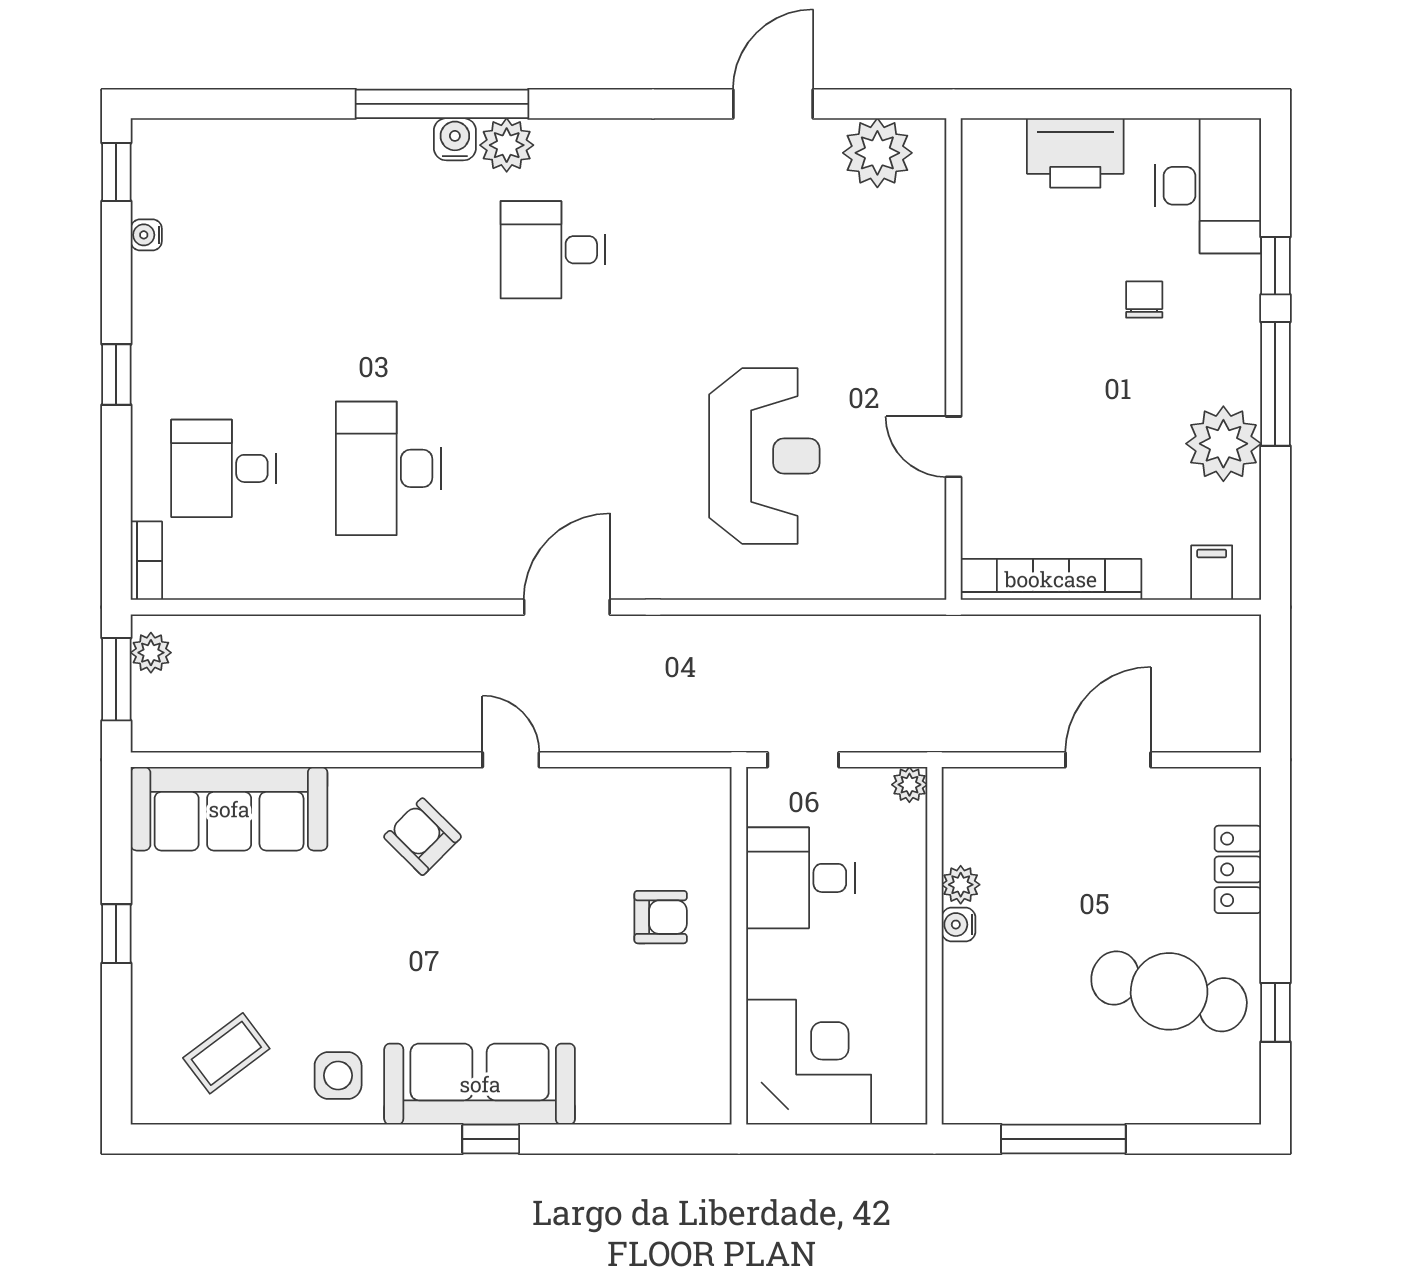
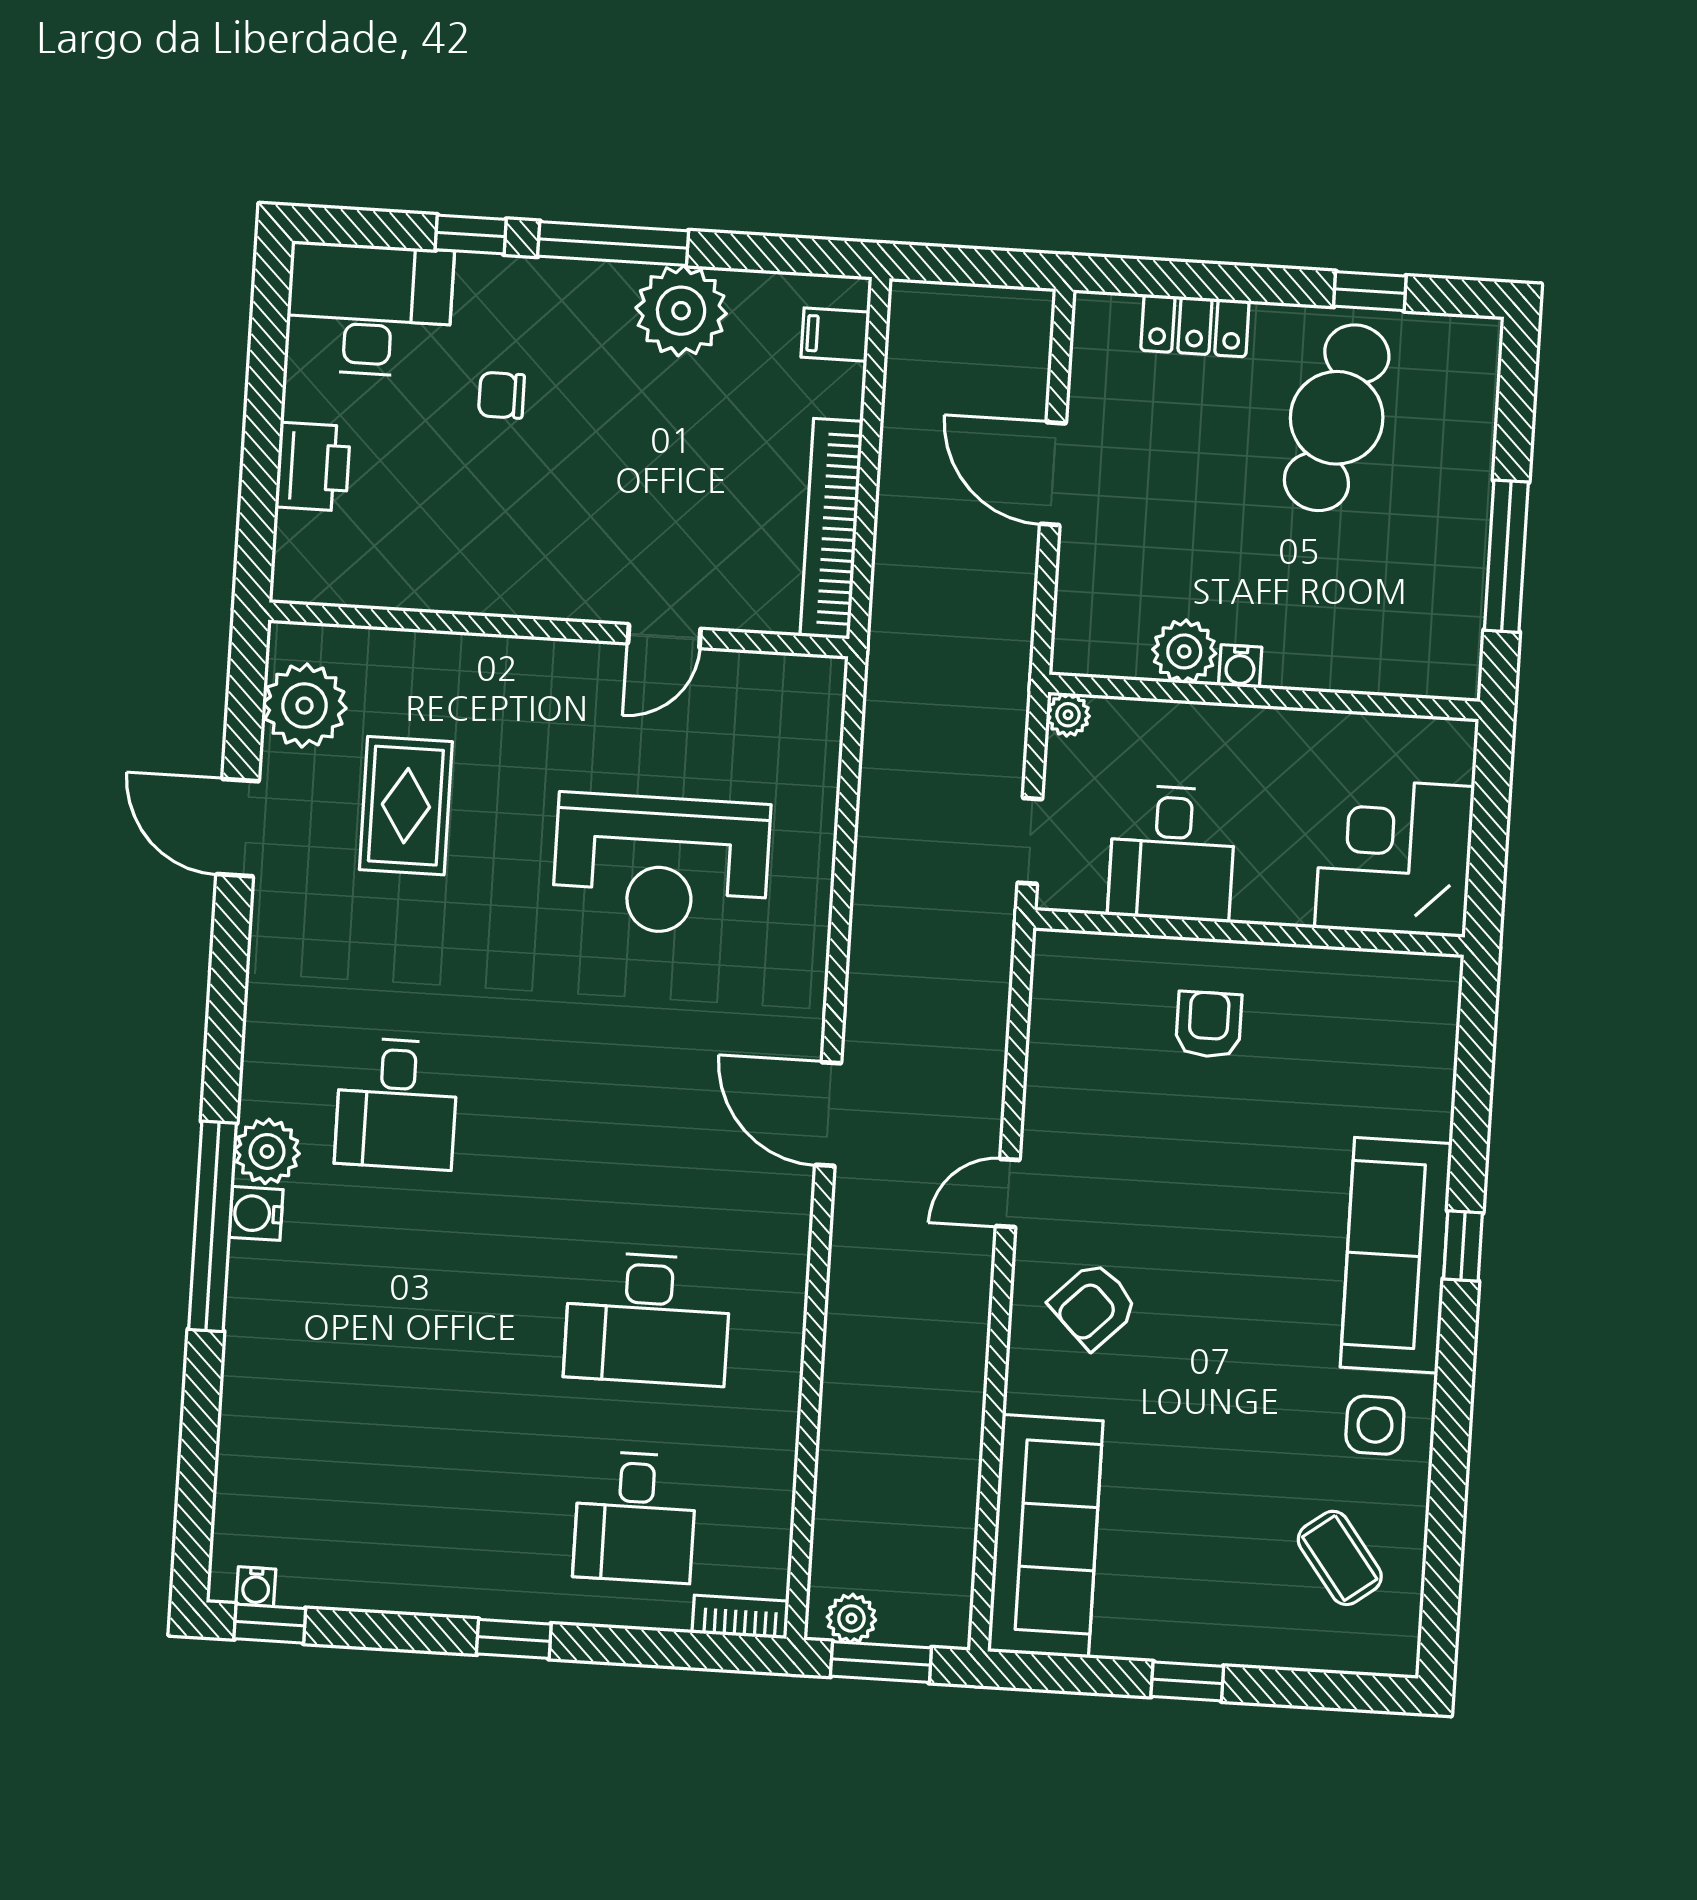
printer: (1075, 153) -> (313, 467), width x0.73, depth x0.84
water cooler: (146, 235) -> (256, 1587), moved
rug: (800, 242) -> (406, 806), added
reception desk: (764, 456) -> (661, 865), turned 180
plant: (961, 885) -> (1184, 651), width x1.38, depth x1.38

